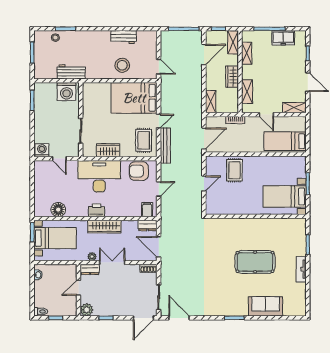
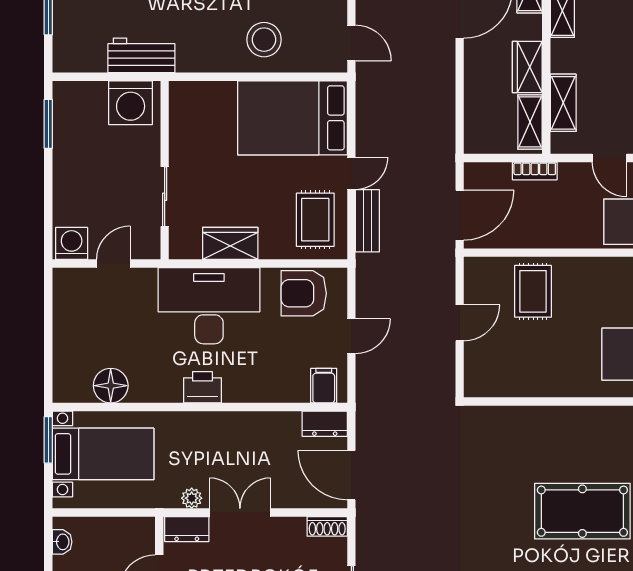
shelving: (211, 102) -> (530, 122), moved
bench: (165, 146) -> (367, 221), width x0.73
door: (59, 159) -> (113, 264), swing flipped
wardrobe: (104, 227) -> (221, 426), removed

